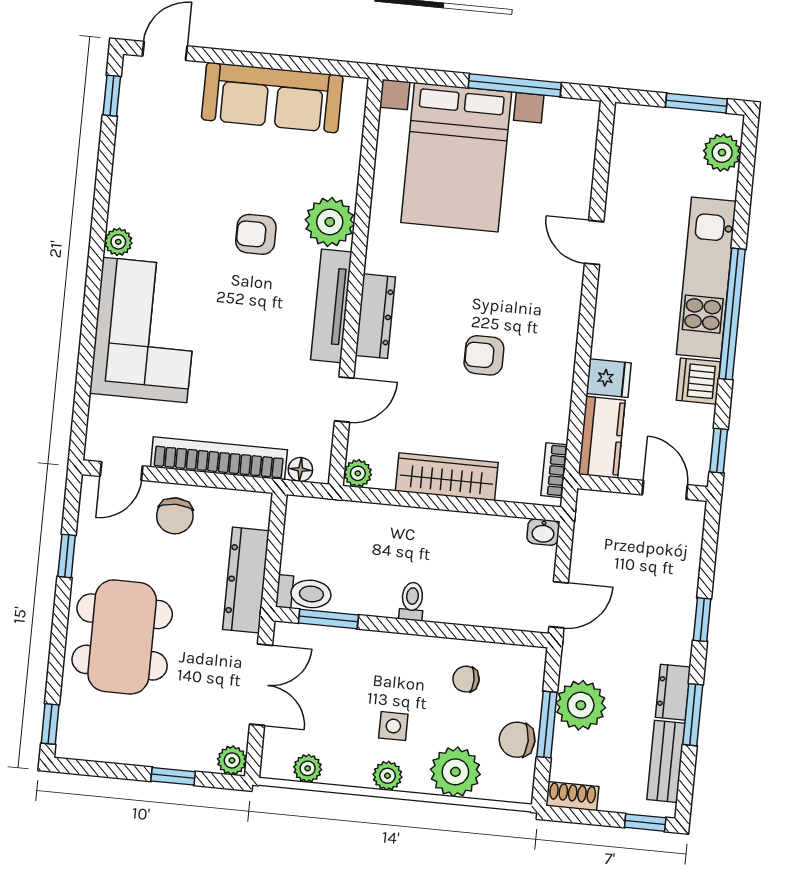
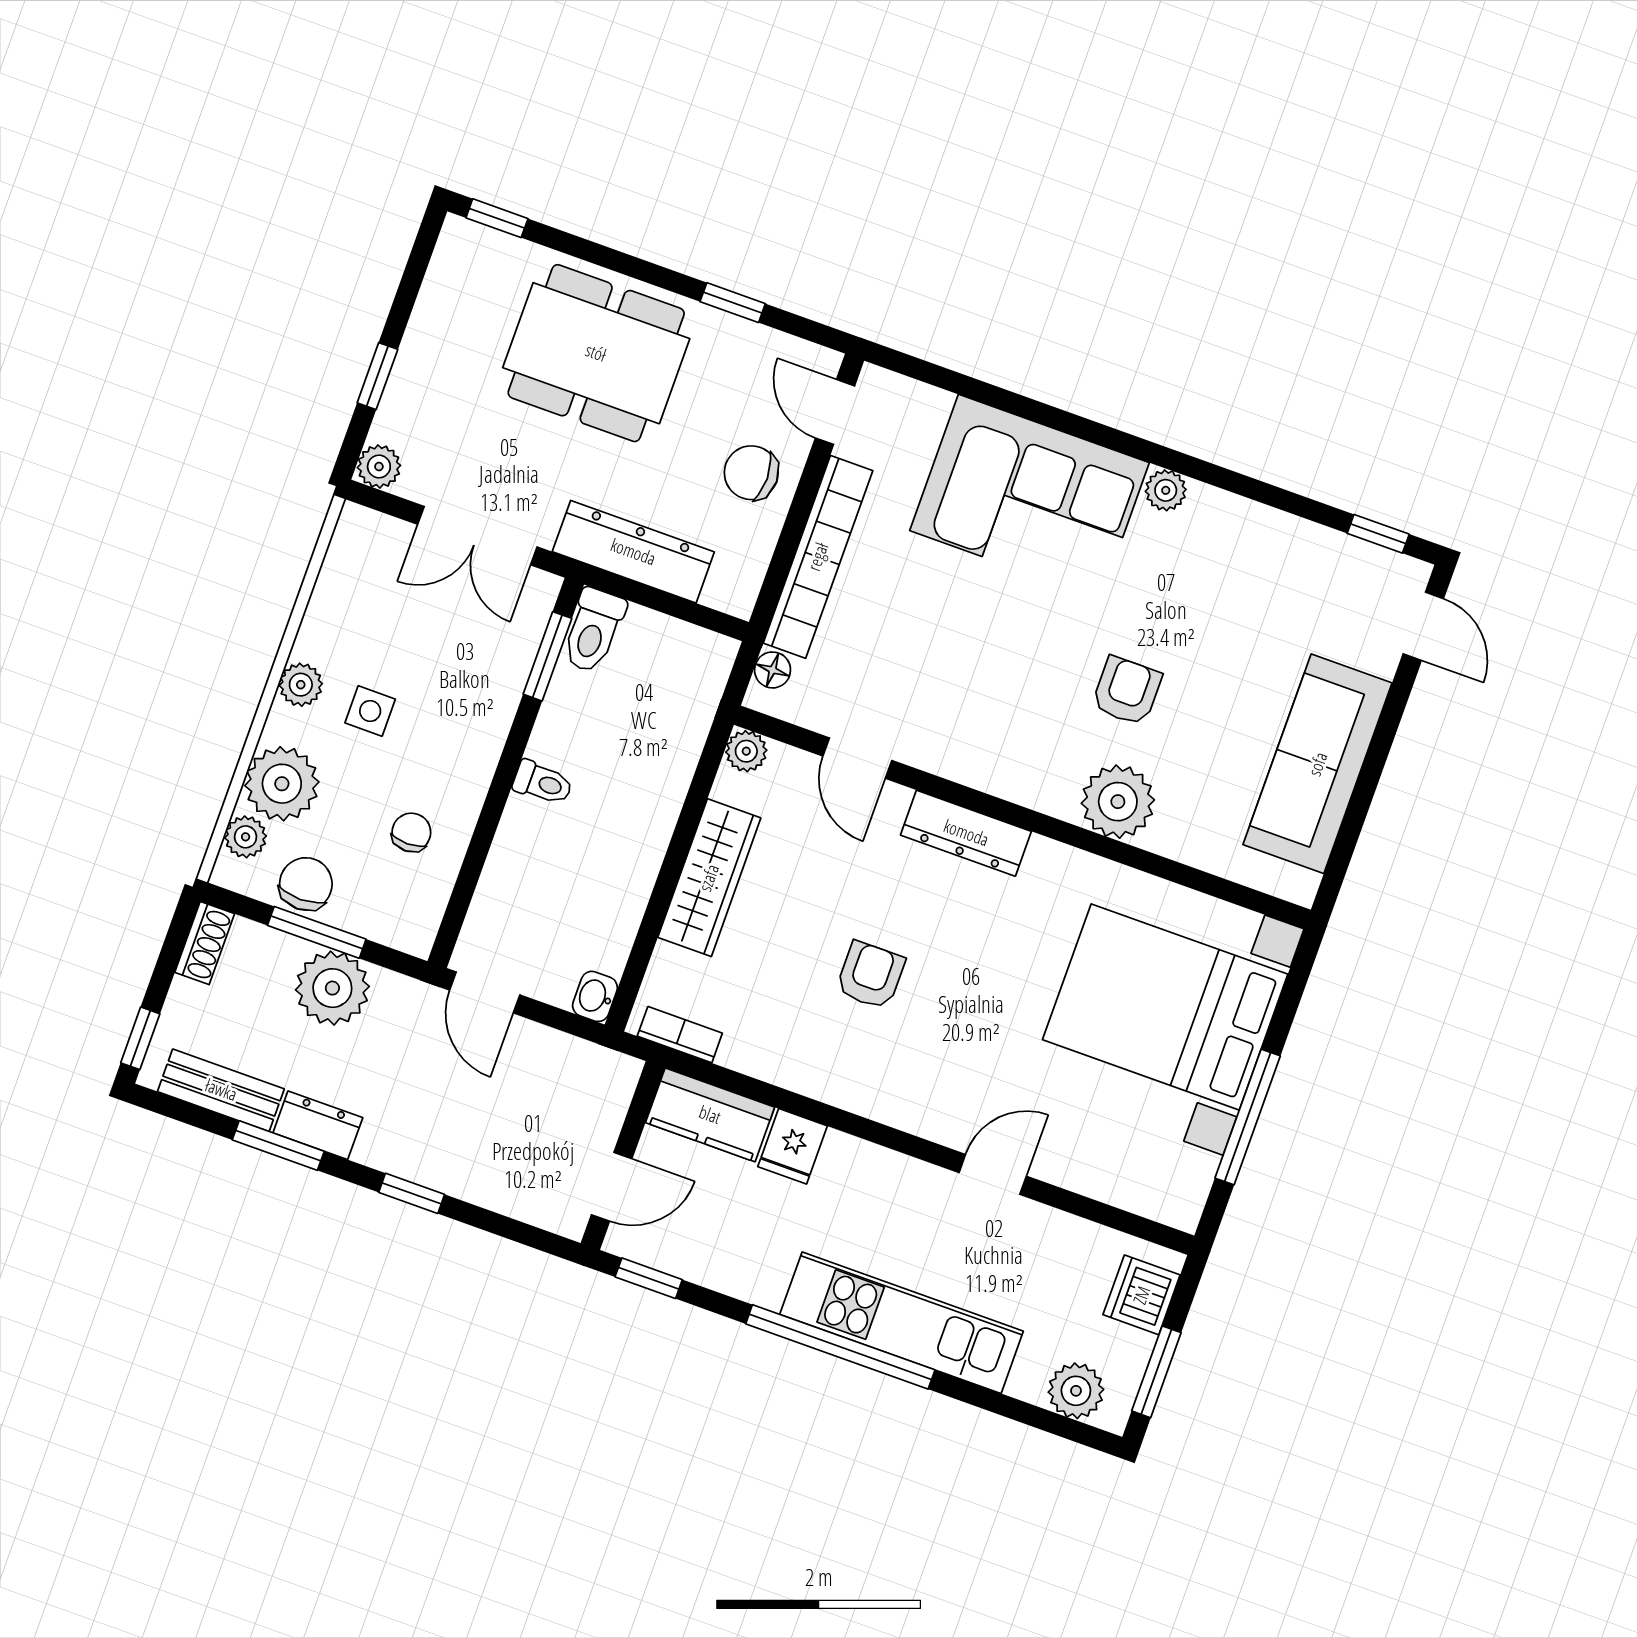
tv unit: (331, 306) -> (997, 773), removed
dishwasher: (698, 381) -> (1142, 1295), moved, turned -90
plant: (308, 768) -> (246, 837), moved

